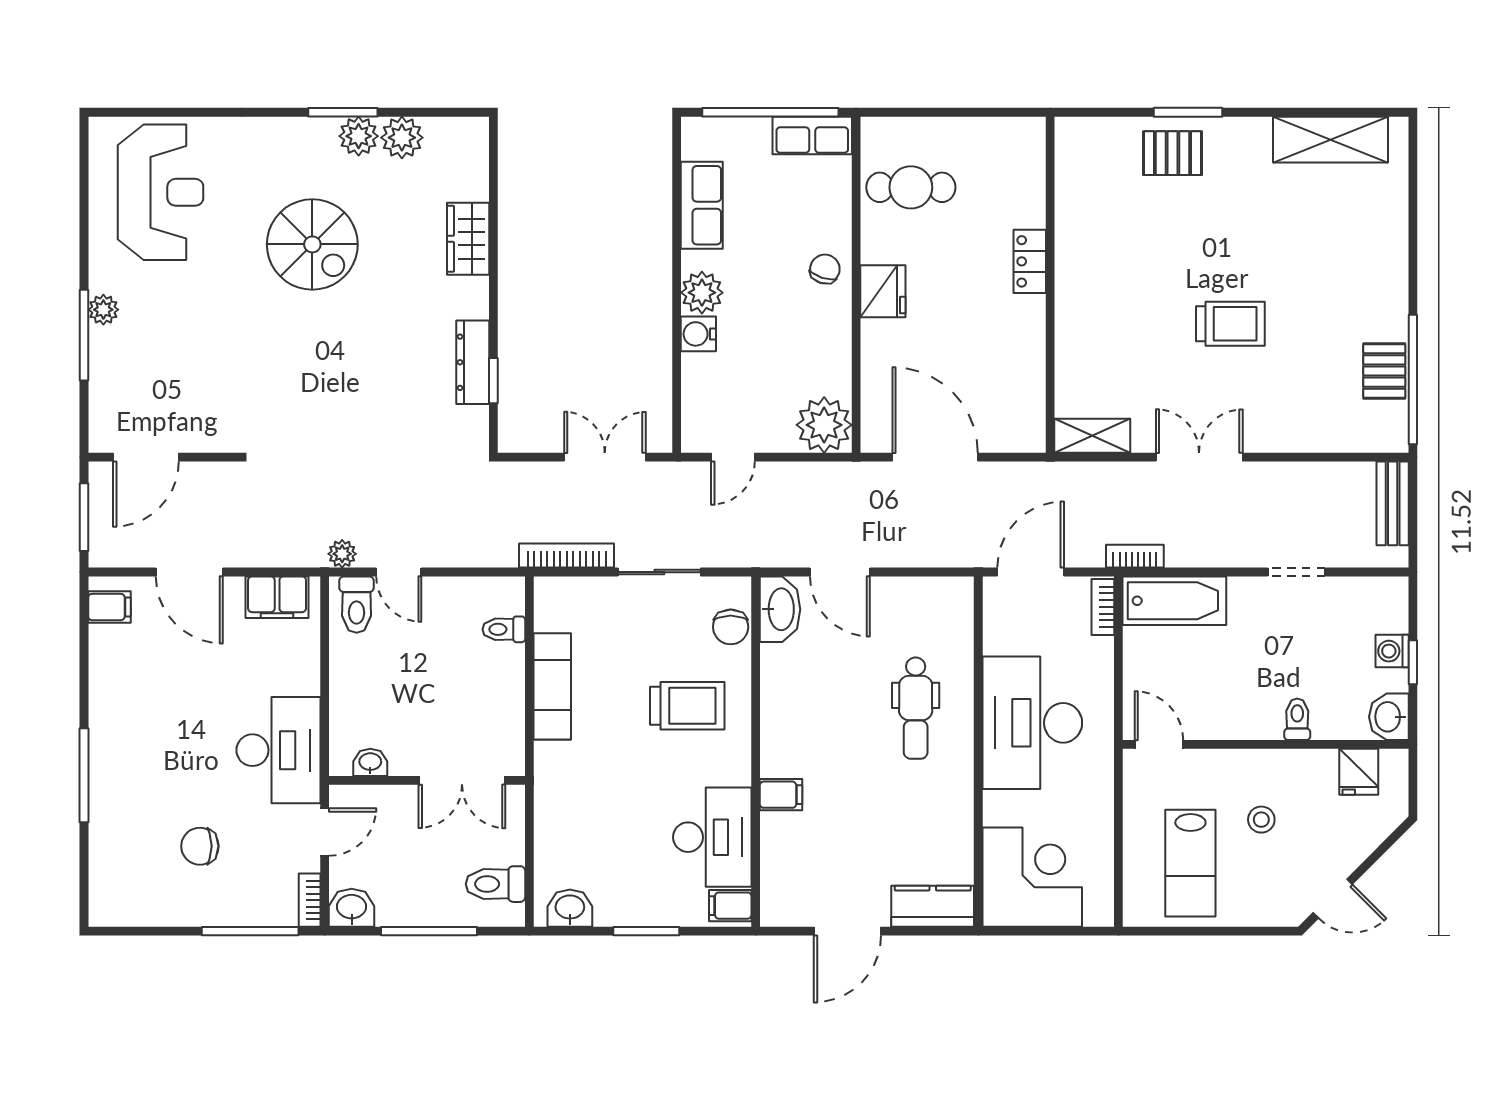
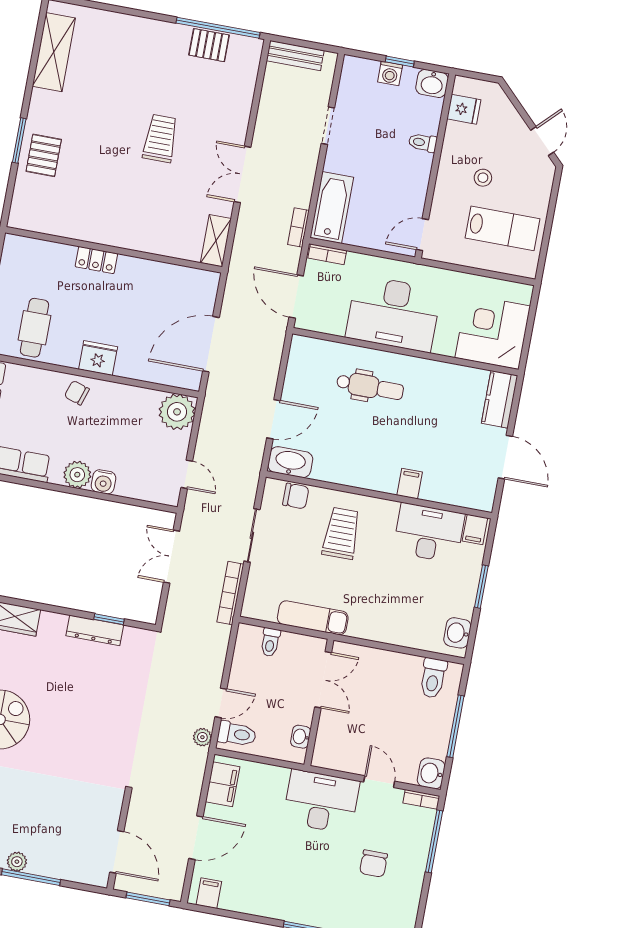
washbasin: (370, 762) -> (301, 737), moved
wall: (427, 780) -> (319, 702), moved
double door: (462, 780) -> (323, 680), moved

